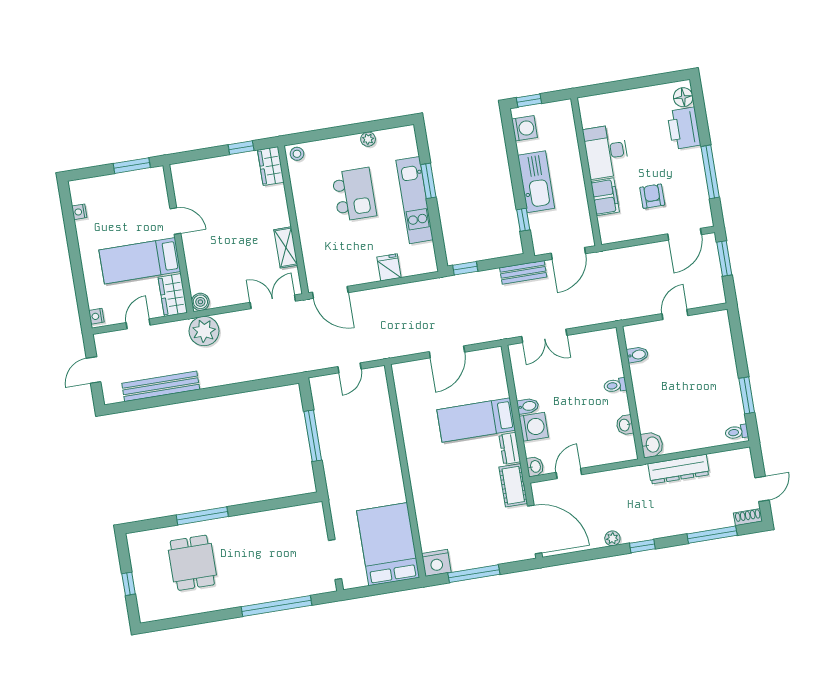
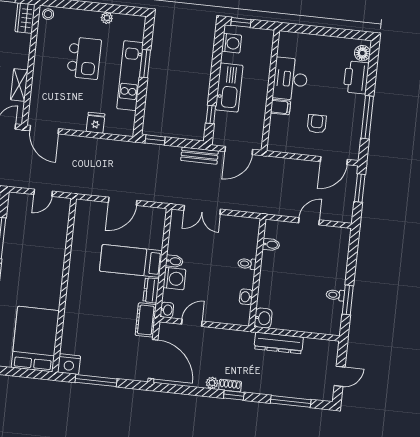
filing cabinet: (605, 197) -> (280, 107), width x0.50
toilet: (737, 432) -> (335, 295), moved
shoe rack: (748, 517) -> (230, 386), moved

